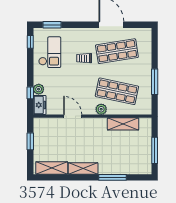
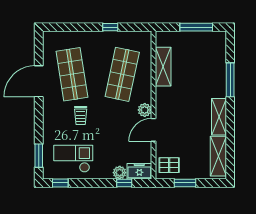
window: (155, 82) -> (110, 27), width x0.46
plant: (101, 109) -> (145, 110), moved
pallet: (44, 129) -> (169, 165), added

